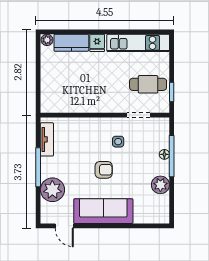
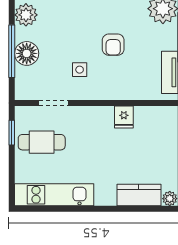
fridge: (97, 43) -> (124, 117), moved, turned 180
floor lamp: (164, 154) -> (27, 53), width x1.89, depth x1.89
armchair: (104, 170) -> (113, 45), moved, turned -90

